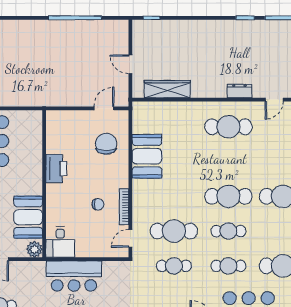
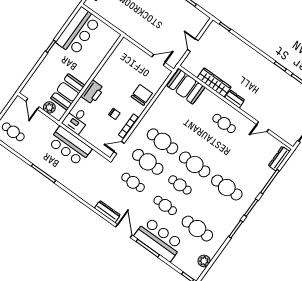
wardrobe: (167, 89) -> (214, 82), moved
dresser: (239, 91) -> (235, 99), moved
cafe table: (228, 127) -> (224, 123), width x0.73, depth x0.74
chair: (106, 144) -> (142, 95), moved
booth: (147, 156) -> (186, 86), moved, turned 90
printer: (56, 169) -> (92, 92), moved
cafe table: (174, 196) -> (162, 141), added
plant: (34, 249) -> (49, 107), moved

